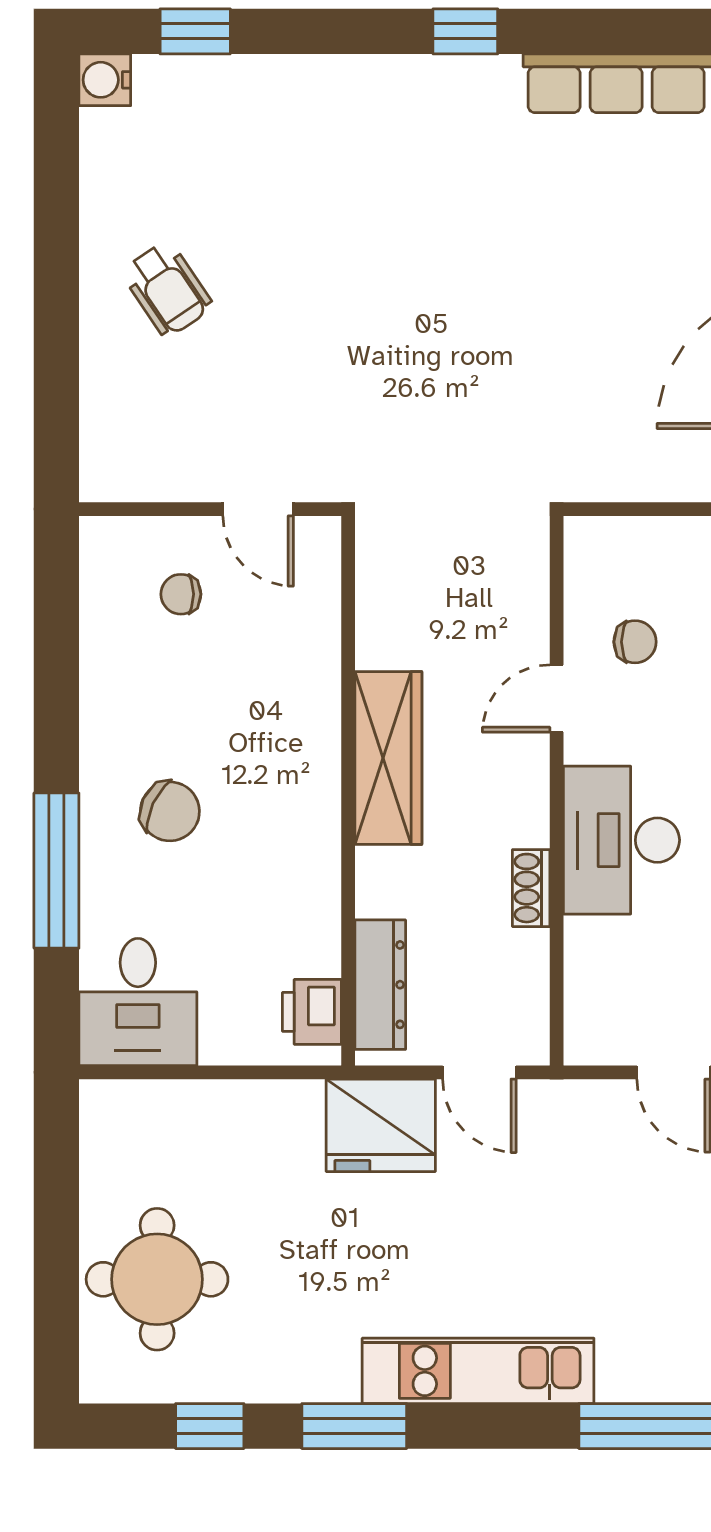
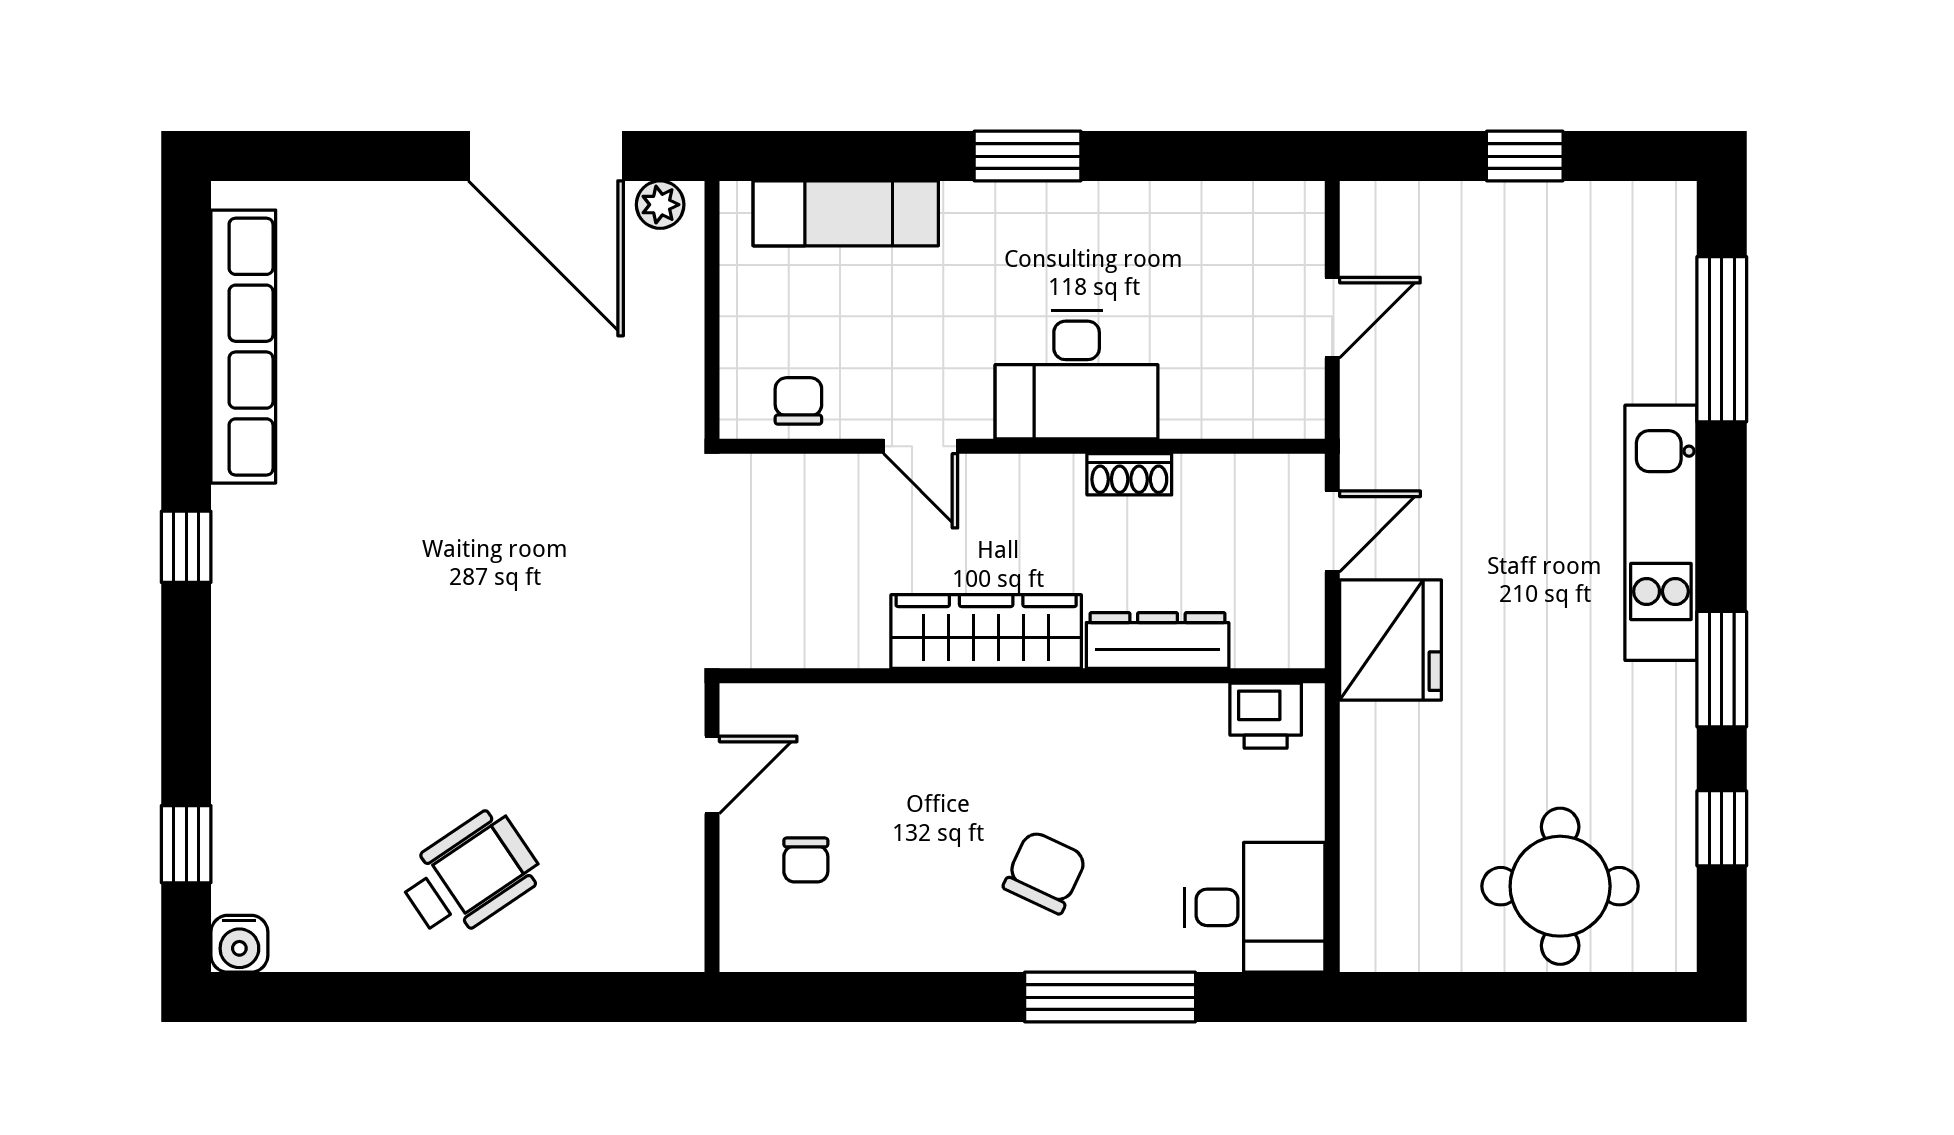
wheelchair: (167, 289) -> (470, 875), width x1.36, depth x1.37
chair: (635, 642) -> (798, 401), moved
dresser: (380, 985) -> (1158, 640), moved

